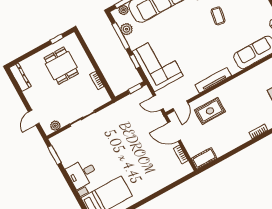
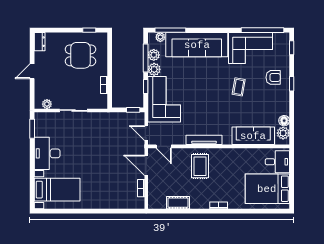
plant: (134, 42) -> (154, 69), added
dining table: (61, 66) -> (80, 55), turned 90
dresser: (20, 77) -> (40, 42), width x0.70
door: (180, 106) -> (164, 146), hinge flipped
rug: (210, 111) -> (200, 166), moved, turned 90
door: (34, 118) -> (32, 71), moved
cot: (204, 158) -> (178, 203), moved
desk: (82, 173) -> (47, 153), width x1.37

